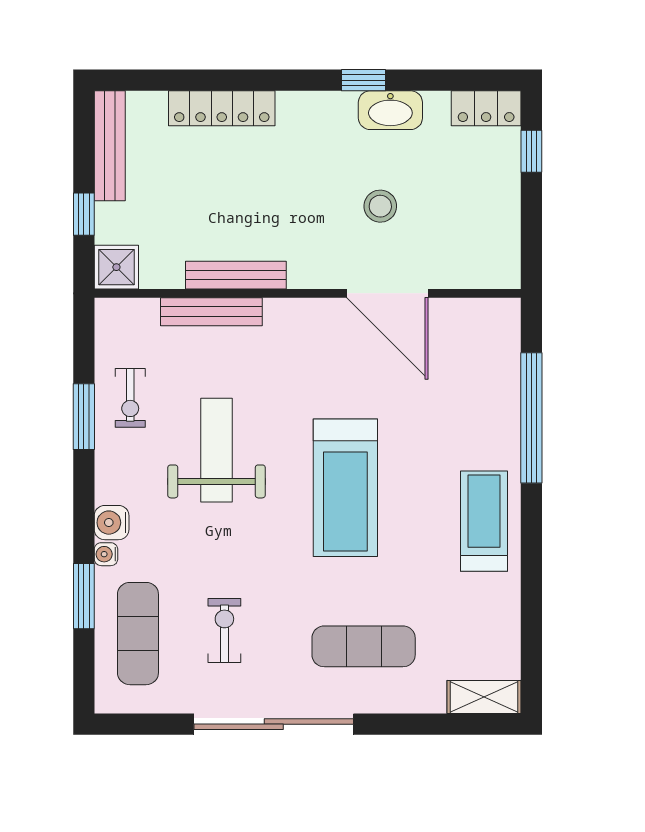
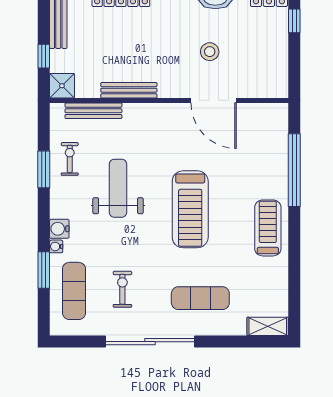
bench: (211, 312) -> (93, 111), moved
exercise bike: (130, 398) -> (70, 159), turned 180

